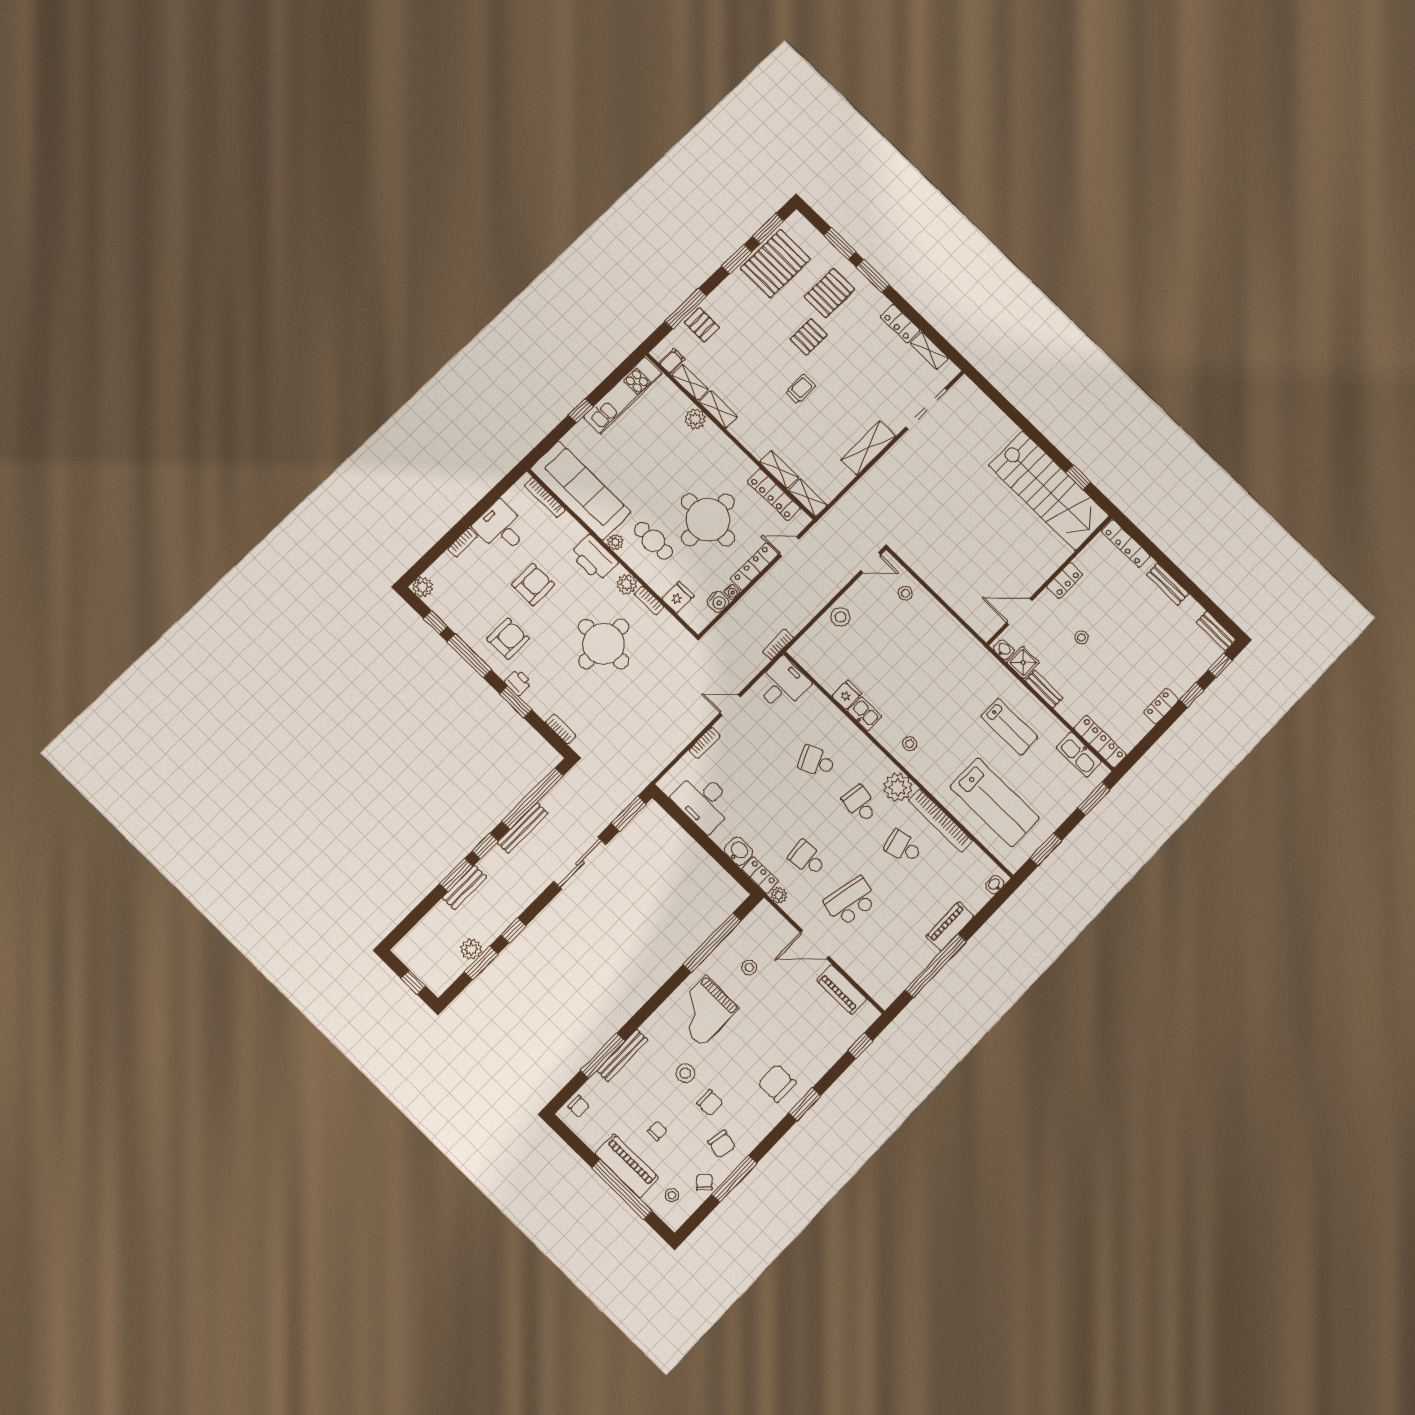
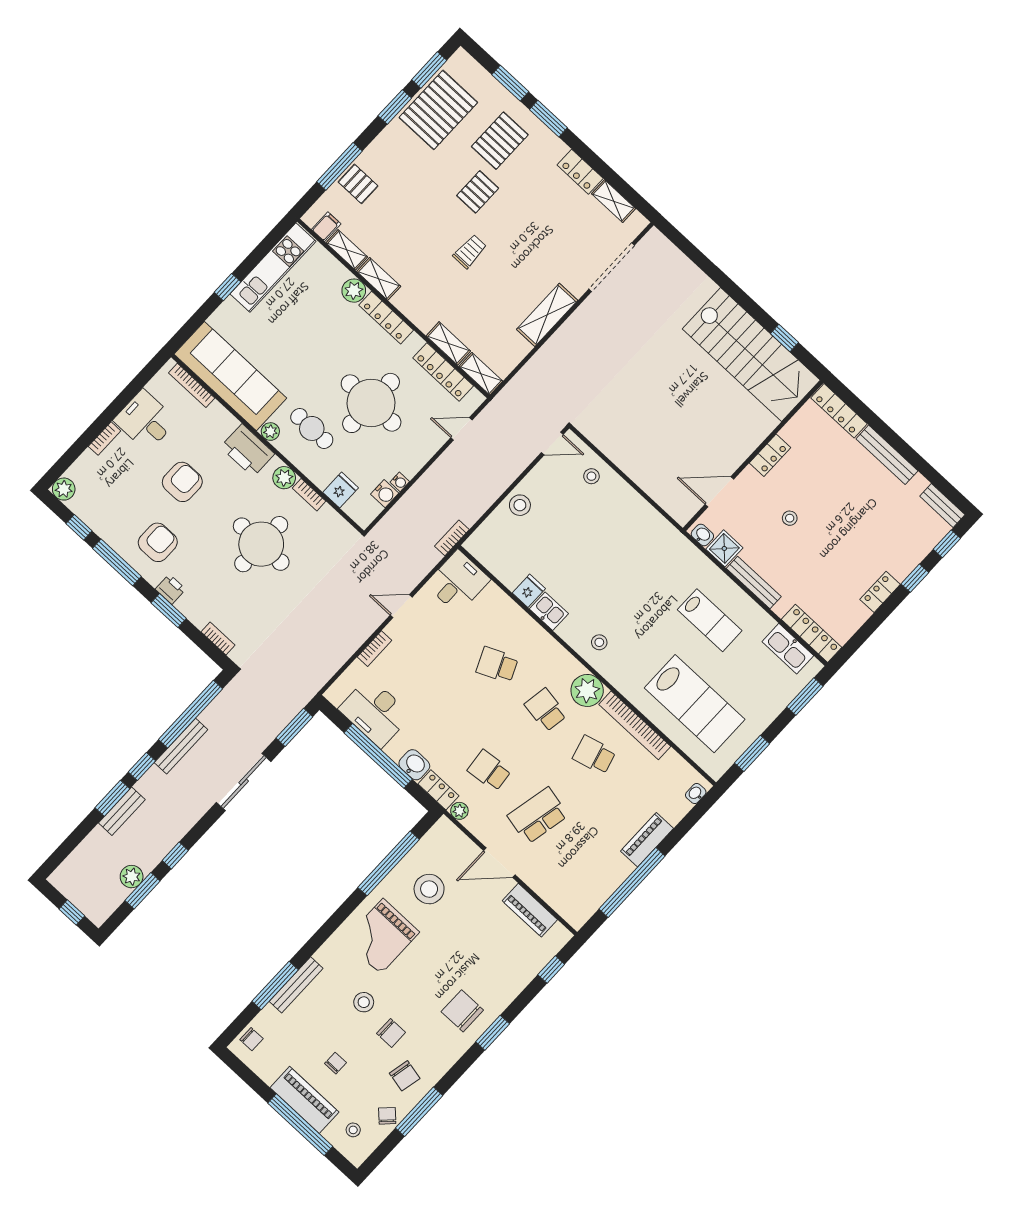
locker: (754, 566) -> (386, 318), moved, turned -90
bench: (1168, 584) -> (887, 455), width x1.36
bench: (1044, 689) -> (754, 583), width x1.36
window: (705, 842) -> (378, 756), added
stool: (749, 968) -> (429, 889), width x1.89, depth x1.89

